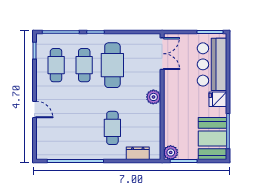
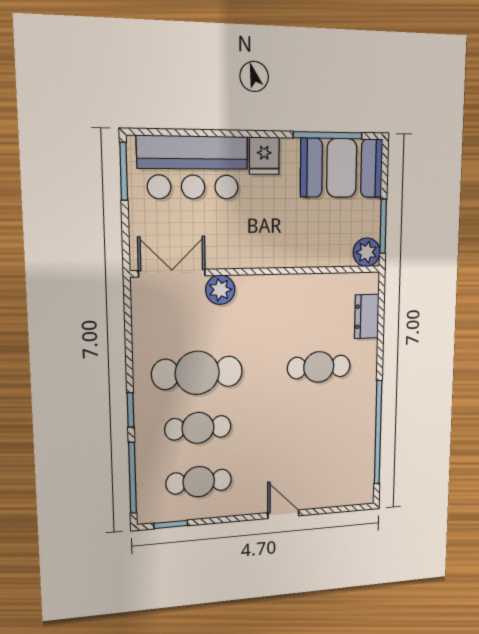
plant: (153, 97) -> (220, 290), moved
door: (35, 110) -> (283, 514), hinge flipped

